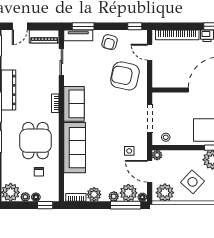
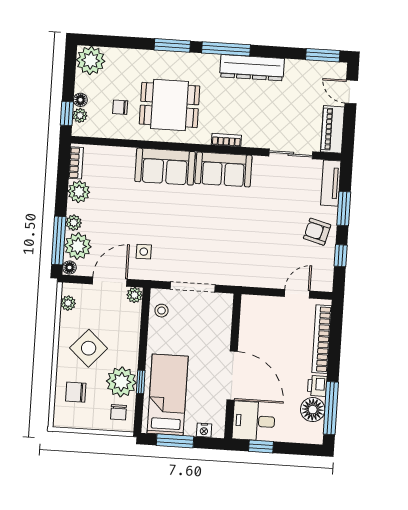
window: (83, 26) -> (344, 209), moved
window: (135, 26) -> (341, 256), moved
armchair: (125, 76) -> (262, 252), removed
sofa: (75, 148) -> (165, 167), width x0.73
plant: (165, 193) -> (68, 303), width x0.53, depth x0.53
plant: (25, 197) -> (80, 115), moved

